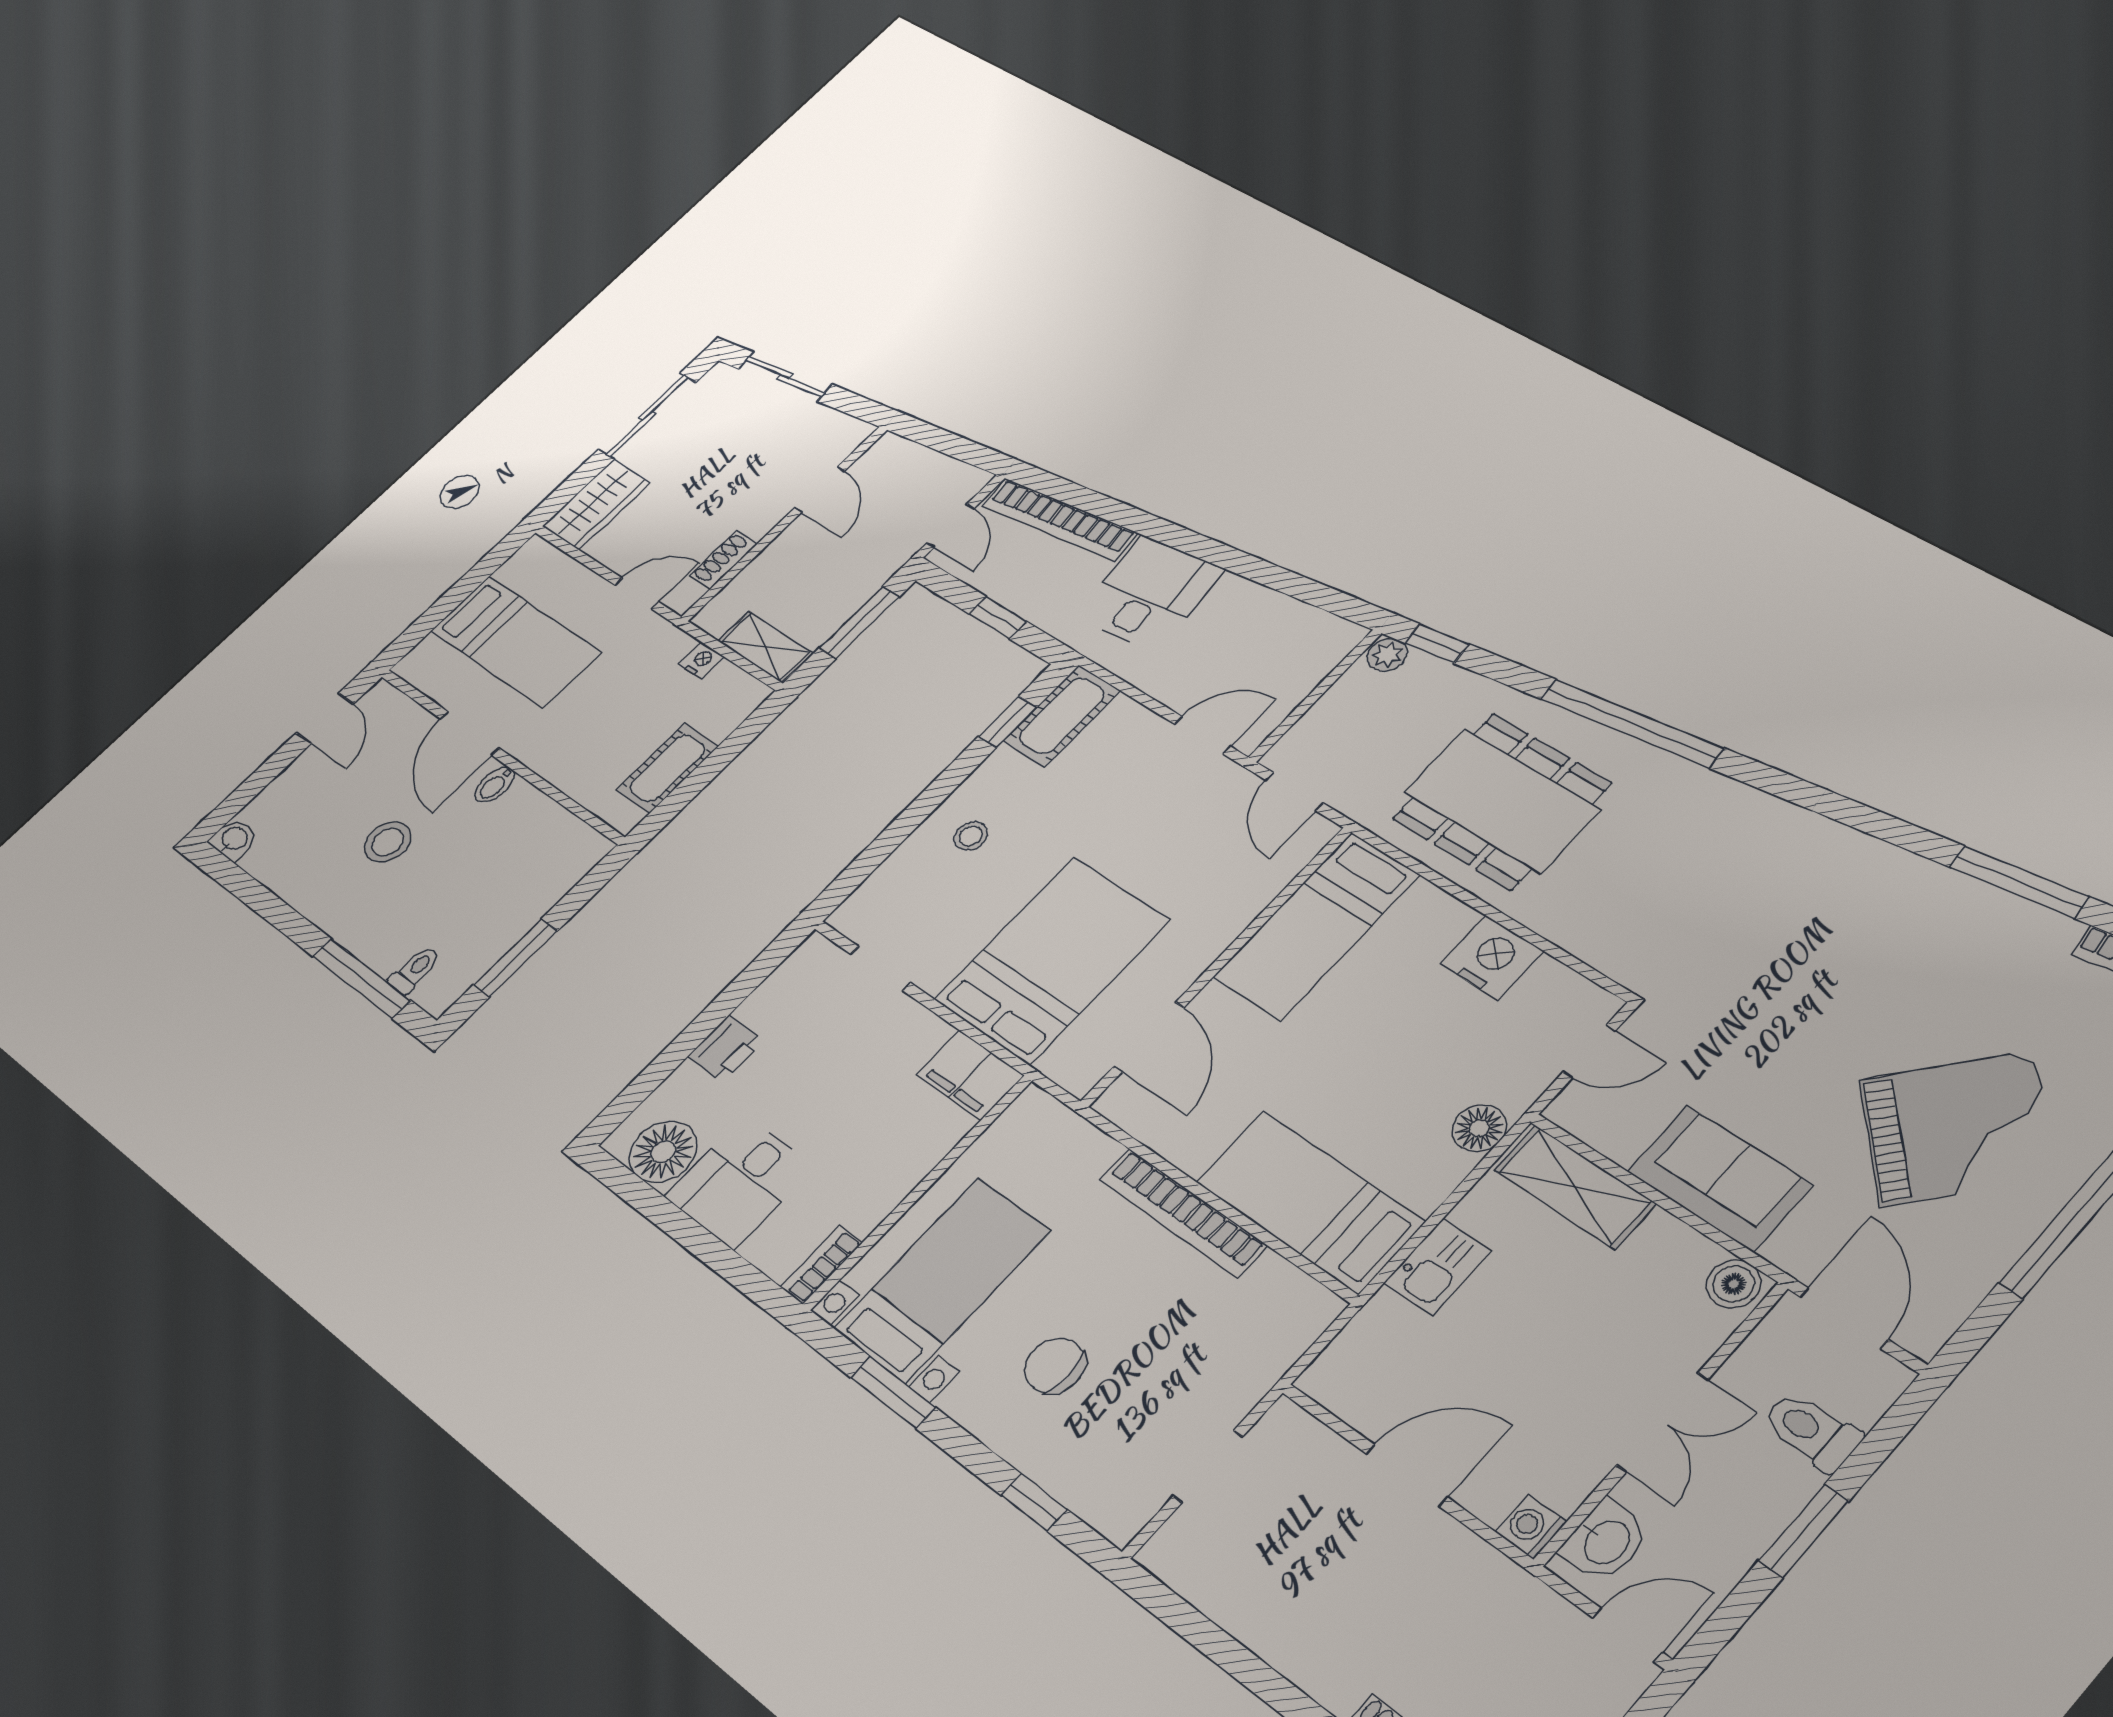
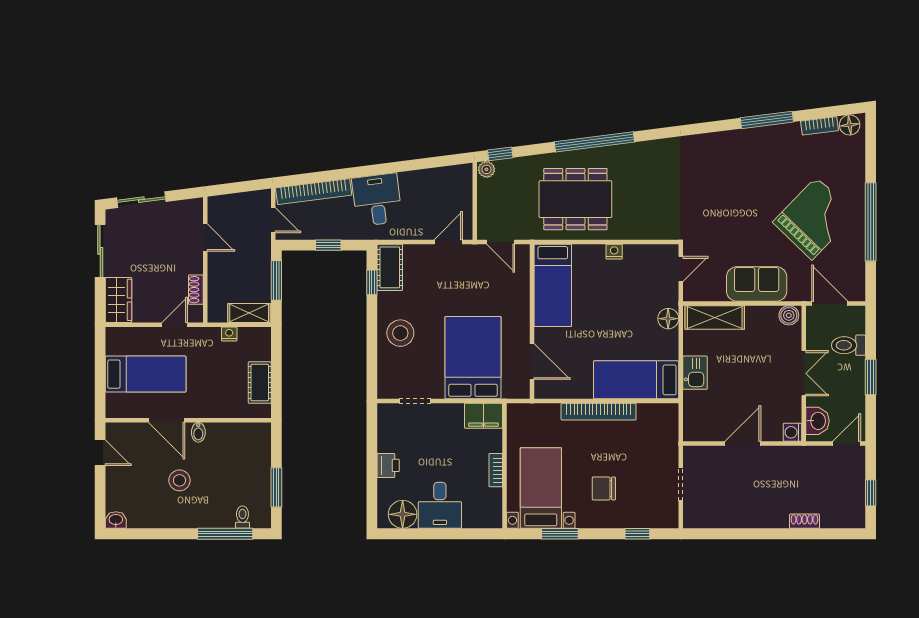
stool: (971, 836) -> (400, 333), width x1.89, depth x1.89
nightstand: (1492, 958) -> (614, 252), width x0.53, depth x0.56
bookcase: (821, 1265) -> (496, 470), moved

